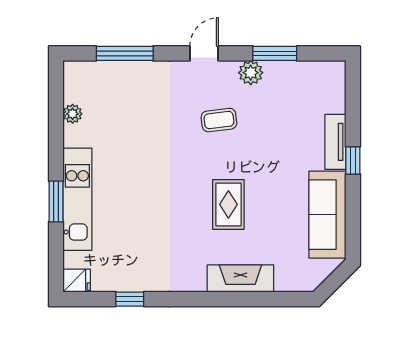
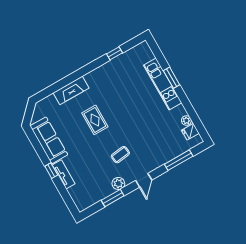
fridge: (77, 281) -> (190, 132), moved

